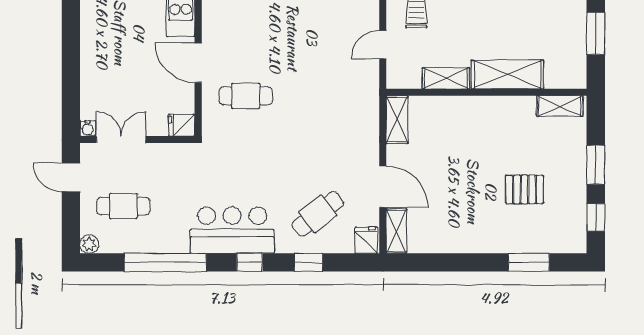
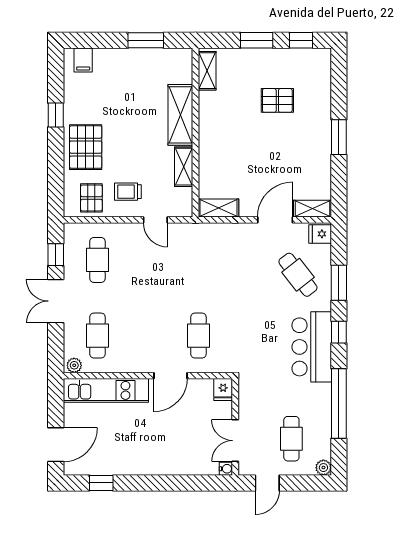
pallet: (524, 189) -> (277, 100), turned 90
window: (308, 262) -> (339, 283), width x1.50
window: (529, 262) -> (339, 137), moved

